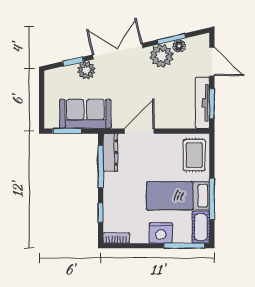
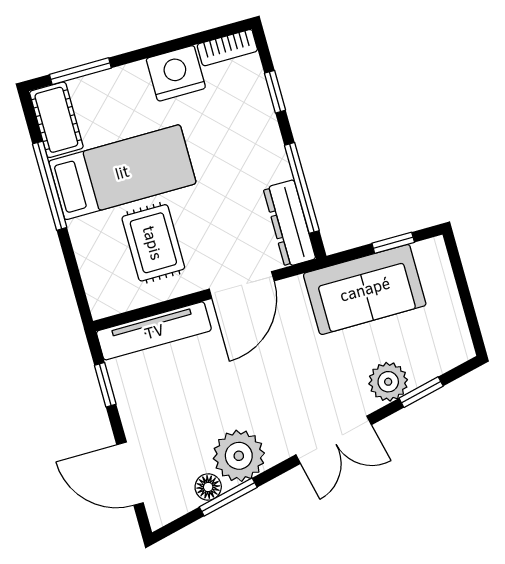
double door: (118, 51) -> (334, 440), width x0.73
tv unit: (203, 103) -> (154, 331), moved, turned 90
window: (212, 104) -> (105, 385), width x0.67
window: (67, 131) -> (393, 243), width x0.67
rug: (194, 155) -> (153, 243), moved
nightstand: (161, 233) -> (176, 73), moved
window: (184, 246) -> (80, 71), width x0.69

